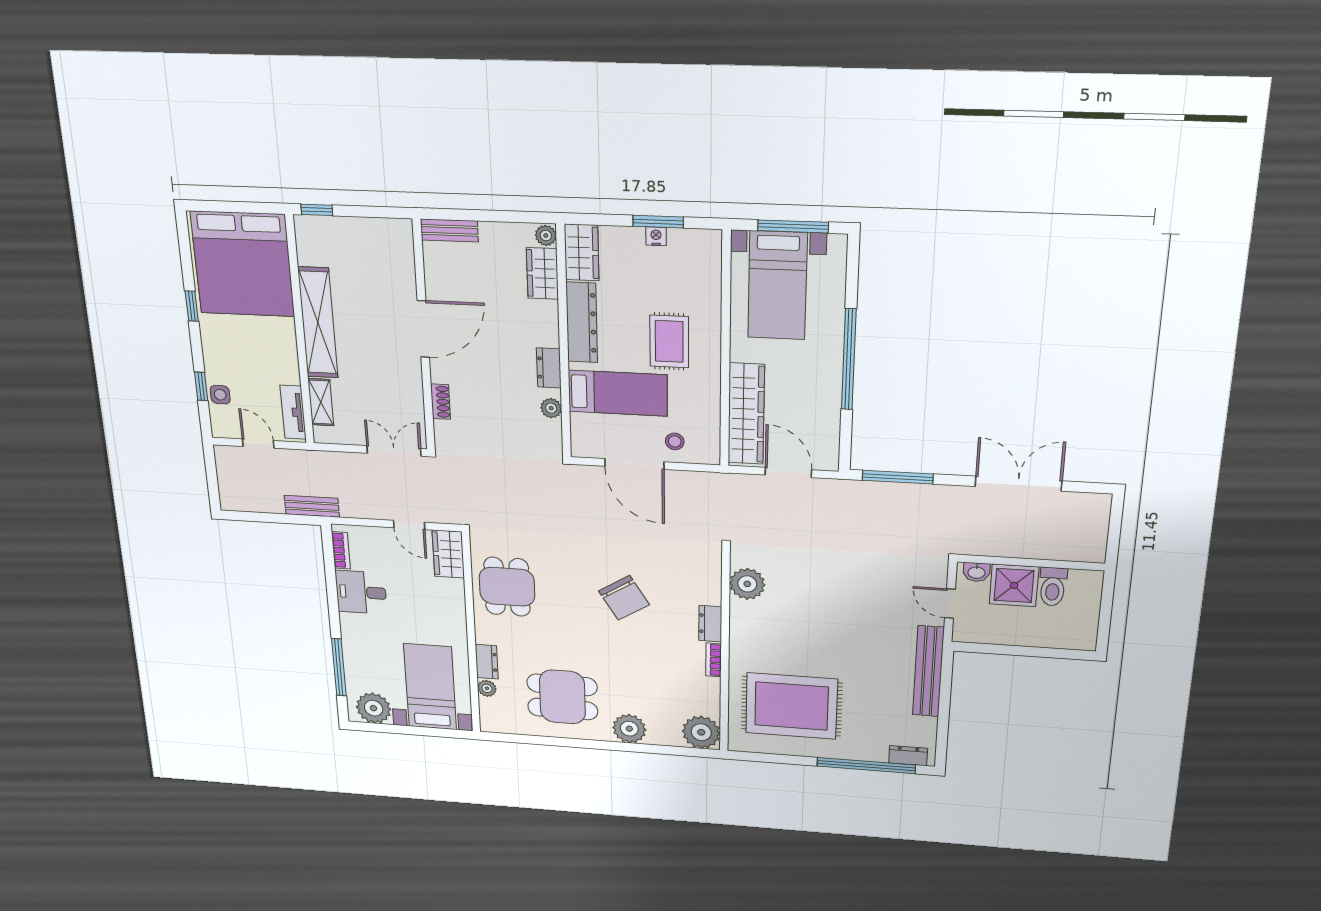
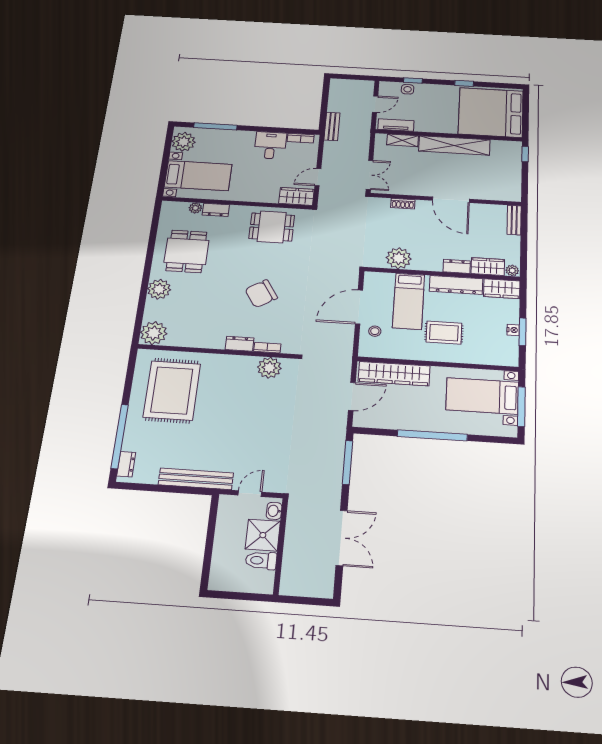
dresser: (549, 368) -> (457, 266), moved
plant: (551, 408) -> (399, 258), width x1.88, depth x1.88
bookcase: (714, 660) -> (267, 348), moved

